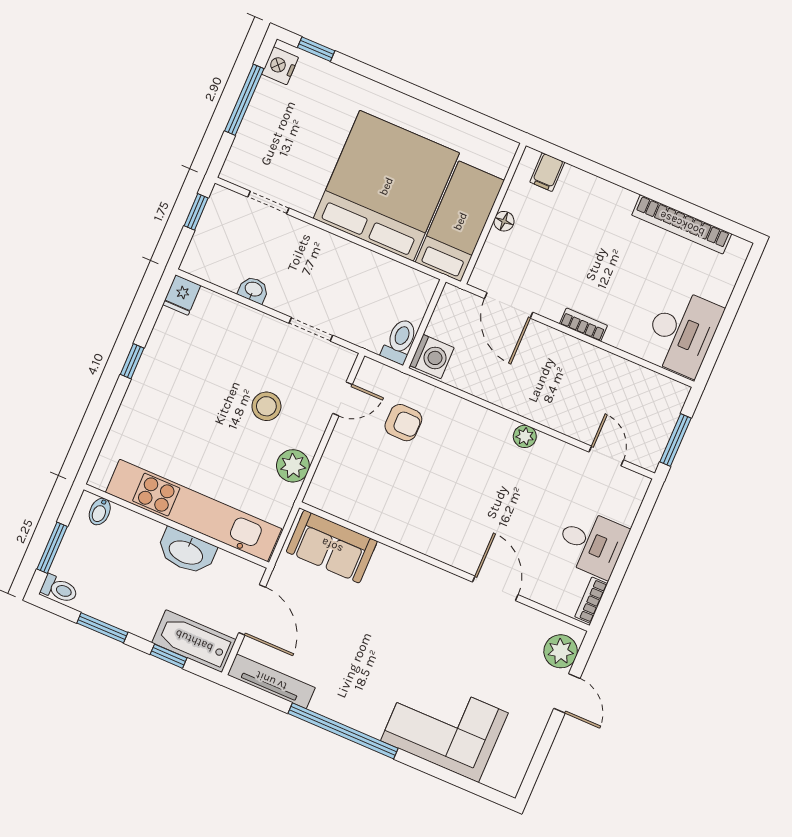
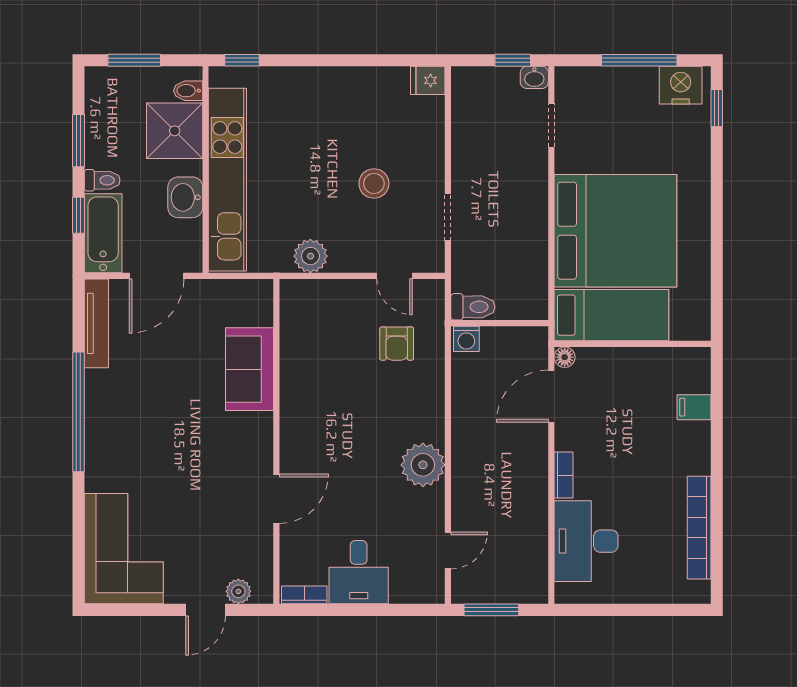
nightstand: (280, 66) -> (681, 85), width x1.36, depth x1.33
filing cabinet: (547, 172) -> (694, 407), moved
floor lamp: (504, 221) -> (565, 357), moved
washbasin: (253, 290) -> (534, 77), moved, turned 90
desk: (682, 332) -> (586, 541), moved, turned 90
washing machine: (432, 357) -> (466, 339), width x0.73, depth x0.73
window: (132, 361) -> (242, 60), moved
stool: (266, 406) -> (374, 184), moved
plant: (525, 436) -> (423, 465), width x1.87, depth x1.87
shower: (130, 539) -> (175, 131), added
sofa: (332, 546) -> (250, 369), moved
washbasin: (186, 552) -> (185, 197), width x0.72
toilet: (59, 589) -> (102, 180), moved, turned -90
plant: (561, 651) -> (238, 591), width x0.73, depth x0.73
corner sofa: (444, 727) -> (124, 549), moved

